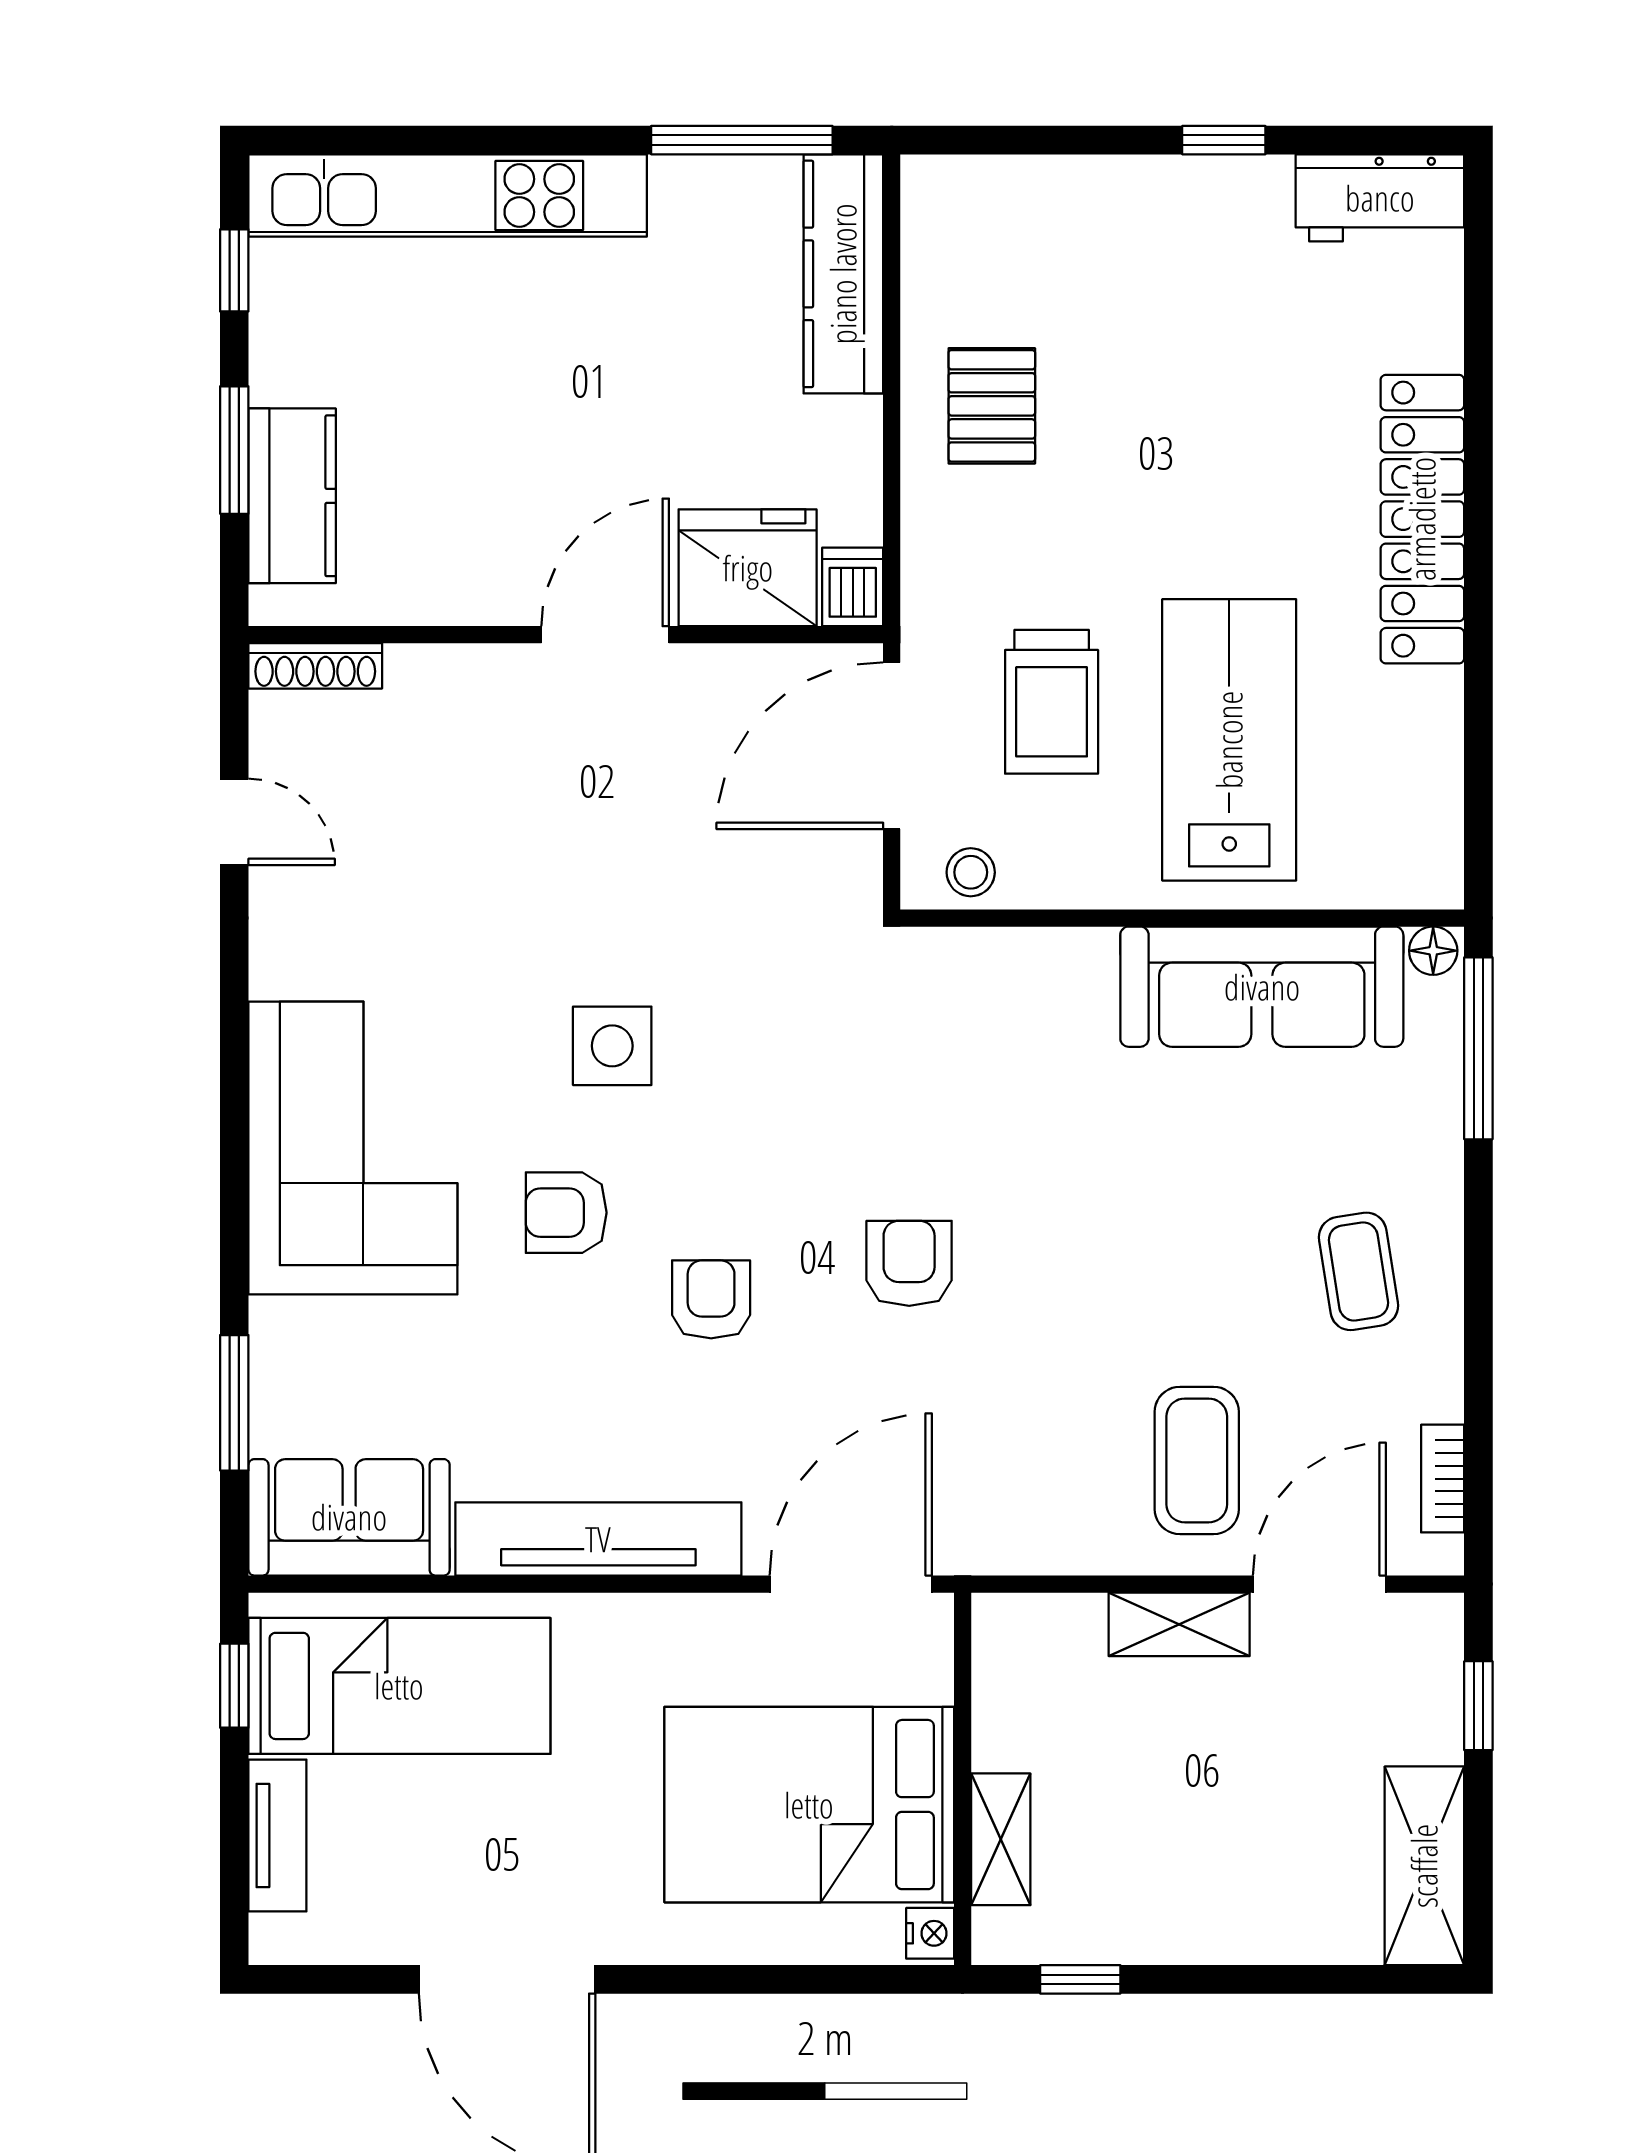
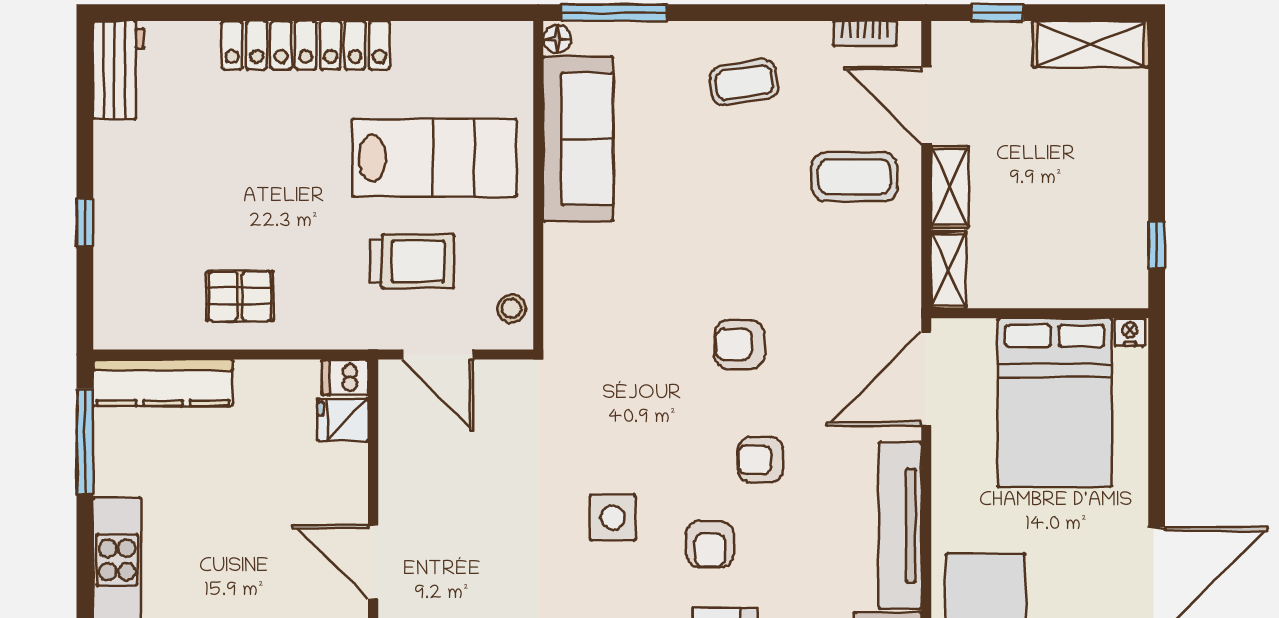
window: (1224, 140) -> (85, 223), moved
fridge: (748, 568) -> (343, 420), width x0.53, depth x0.75
door: (605, 635) -> (373, 562), moved
lab bench: (1229, 740) -> (434, 158), turned 180
door: (892, 746) -> (438, 355), width x0.73
door: (851, 1584) -> (926, 378), hinge flipped
shelving: (1001, 1839) -> (949, 270), moved, turned 90

